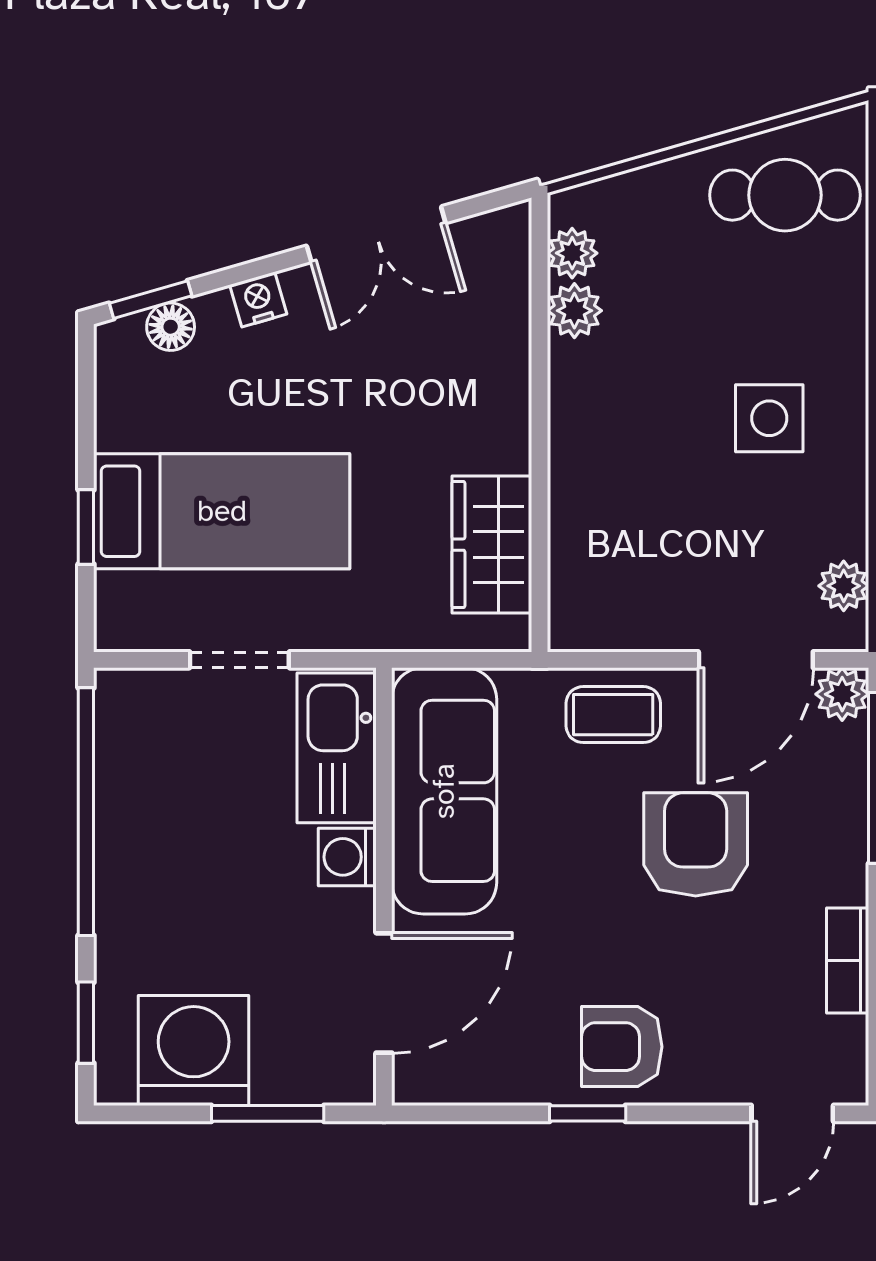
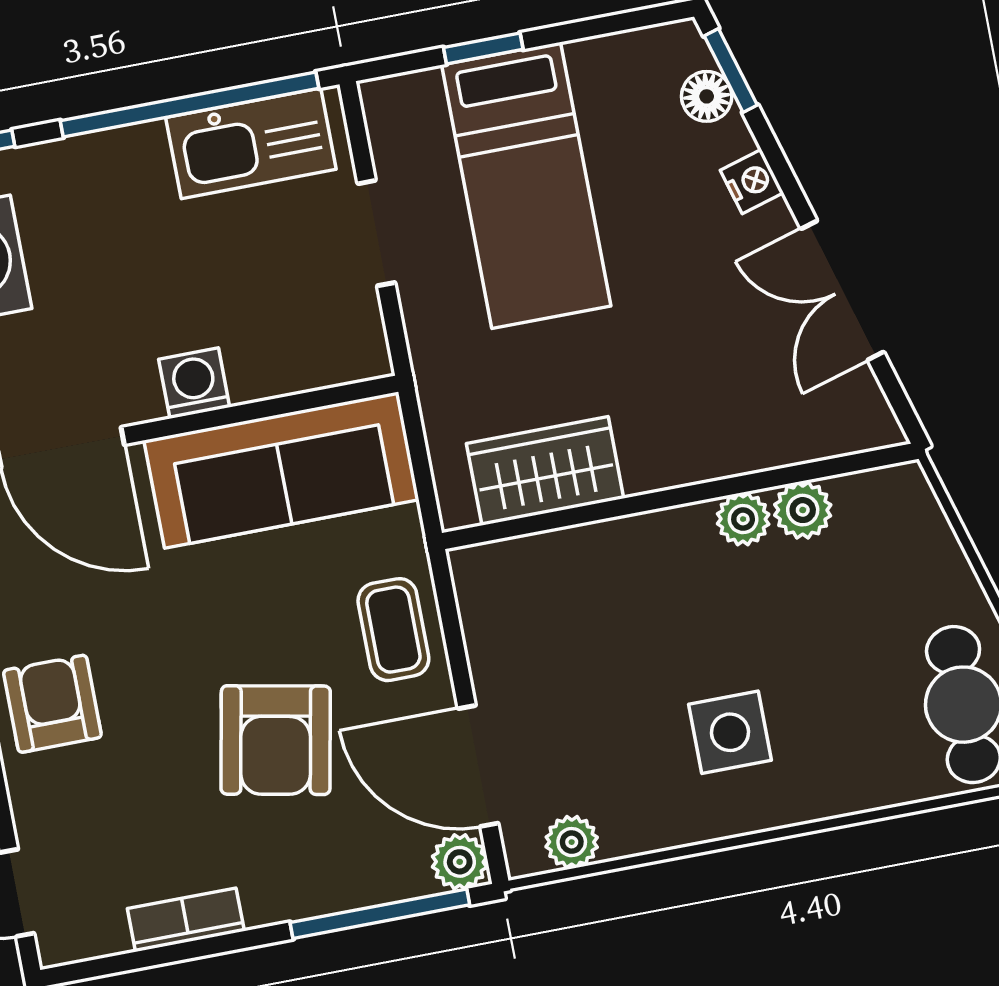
plant: (572, 253) -> (743, 519), moved
kitchen sink: (337, 748) -> (251, 143), moved, turned 180
armchair: (696, 844) -> (276, 740), turned 101

